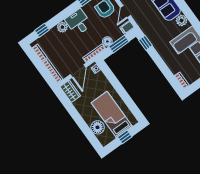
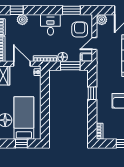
plant: (62, 27) -> (22, 20), moved
window: (145, 43) -> (92, 93), moved
door: (78, 71) -> (22, 64), swing flipped

